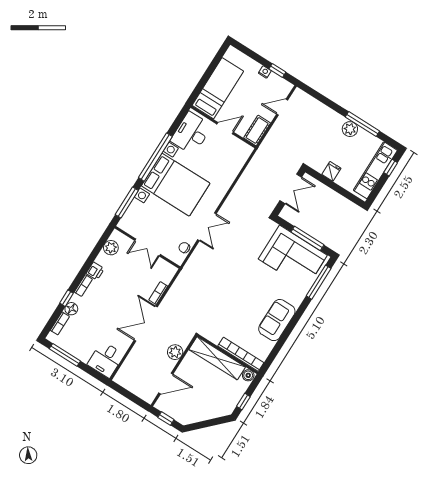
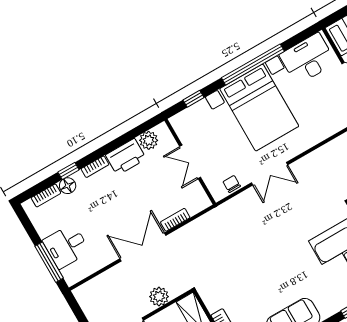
window: (127, 203) -> (194, 99), width x0.46
printer: (95, 271) -> (126, 157), width x1.87, depth x1.48
window: (65, 355) -> (49, 262), moved
desk: (106, 359) -> (66, 246), moved

